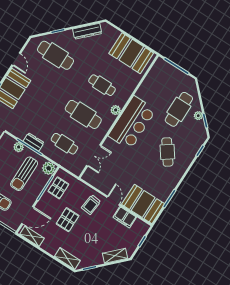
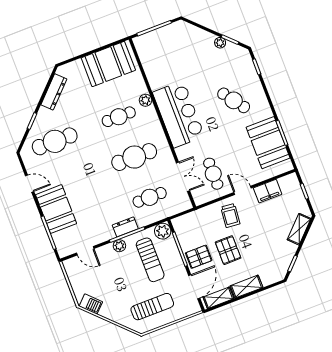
cafe table: (179, 109) -> (213, 174), moved, width x0.73, depth x0.74
plant: (116, 110) -> (146, 100), moved
pallet: (58, 188) -> (199, 257), moved, turned 90
booth: (143, 204) -> (268, 143), moved, turned 90
shelving: (67, 258) -> (247, 287), moved

